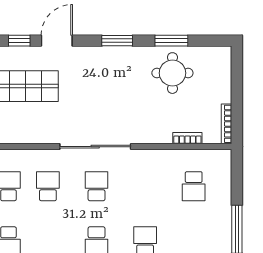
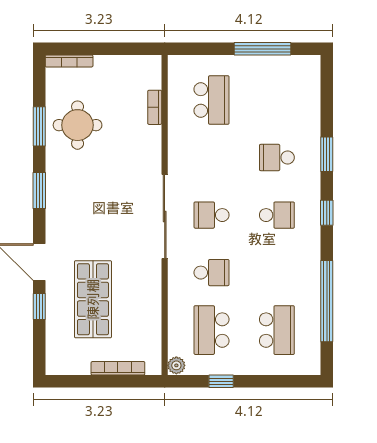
bookcase: (227, 124) -> (69, 61), moved
school desk: (48, 186) -> (211, 273), turned 180
school desk: (194, 186) -> (211, 100), width x1.85

